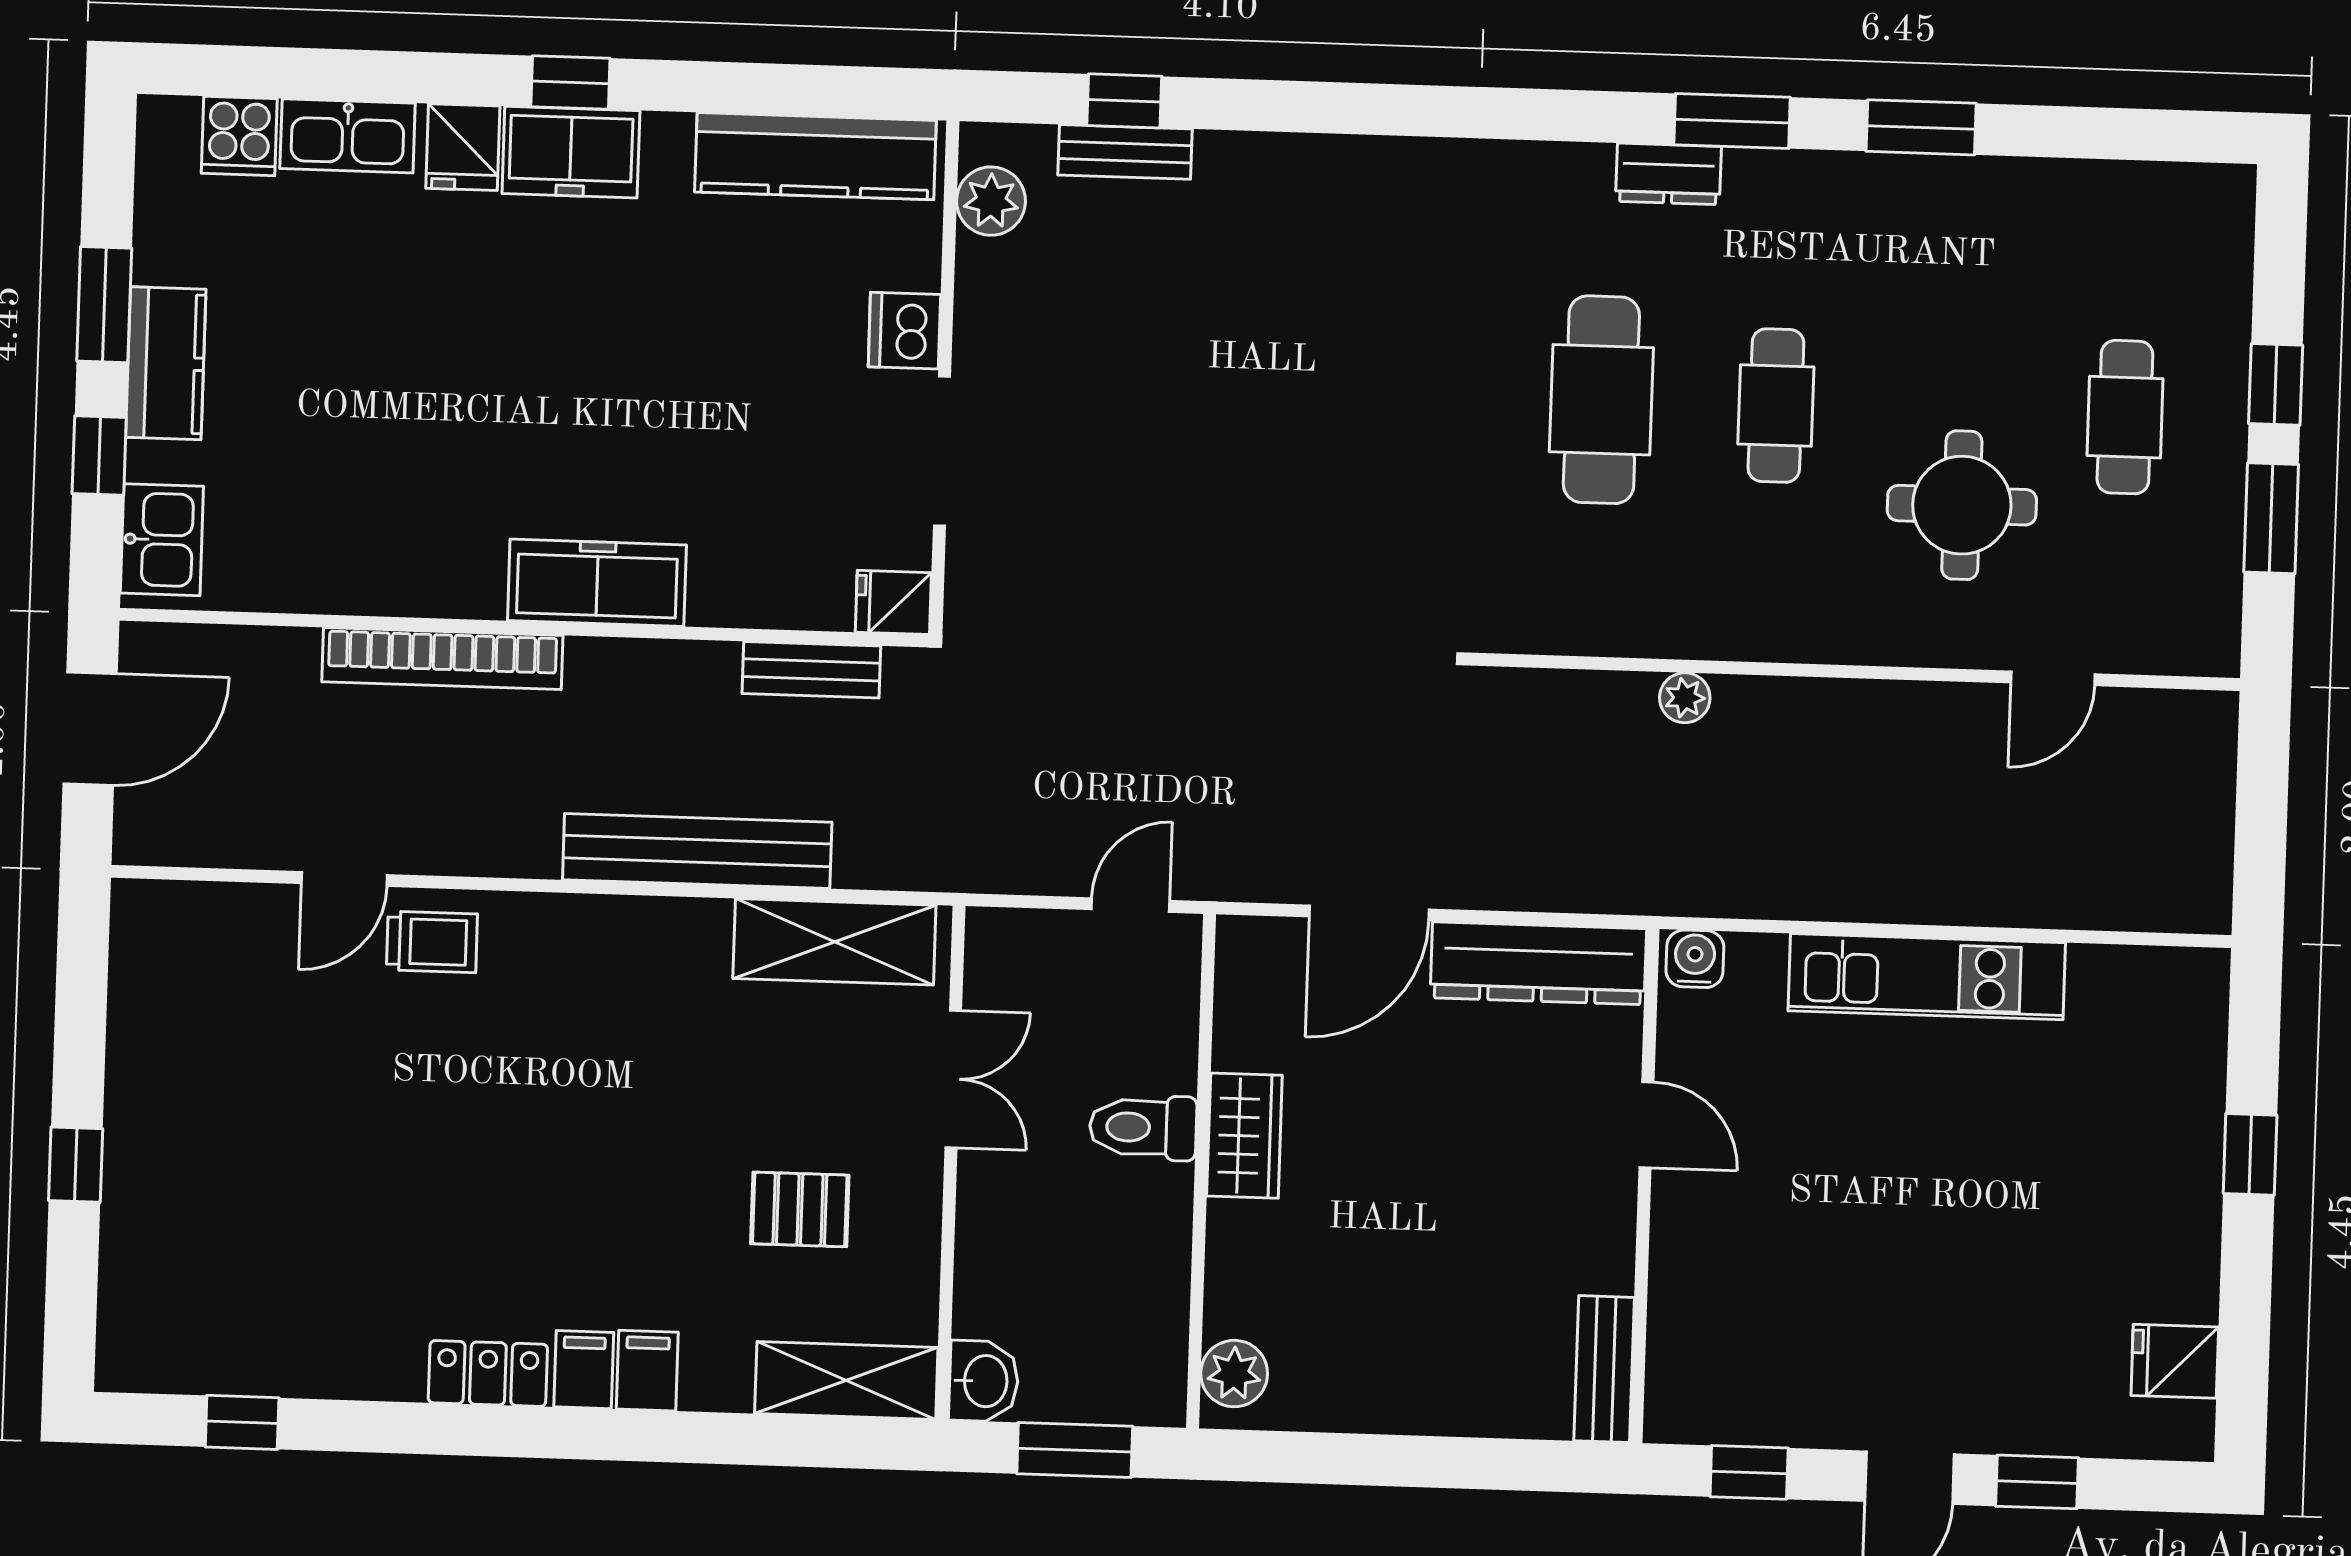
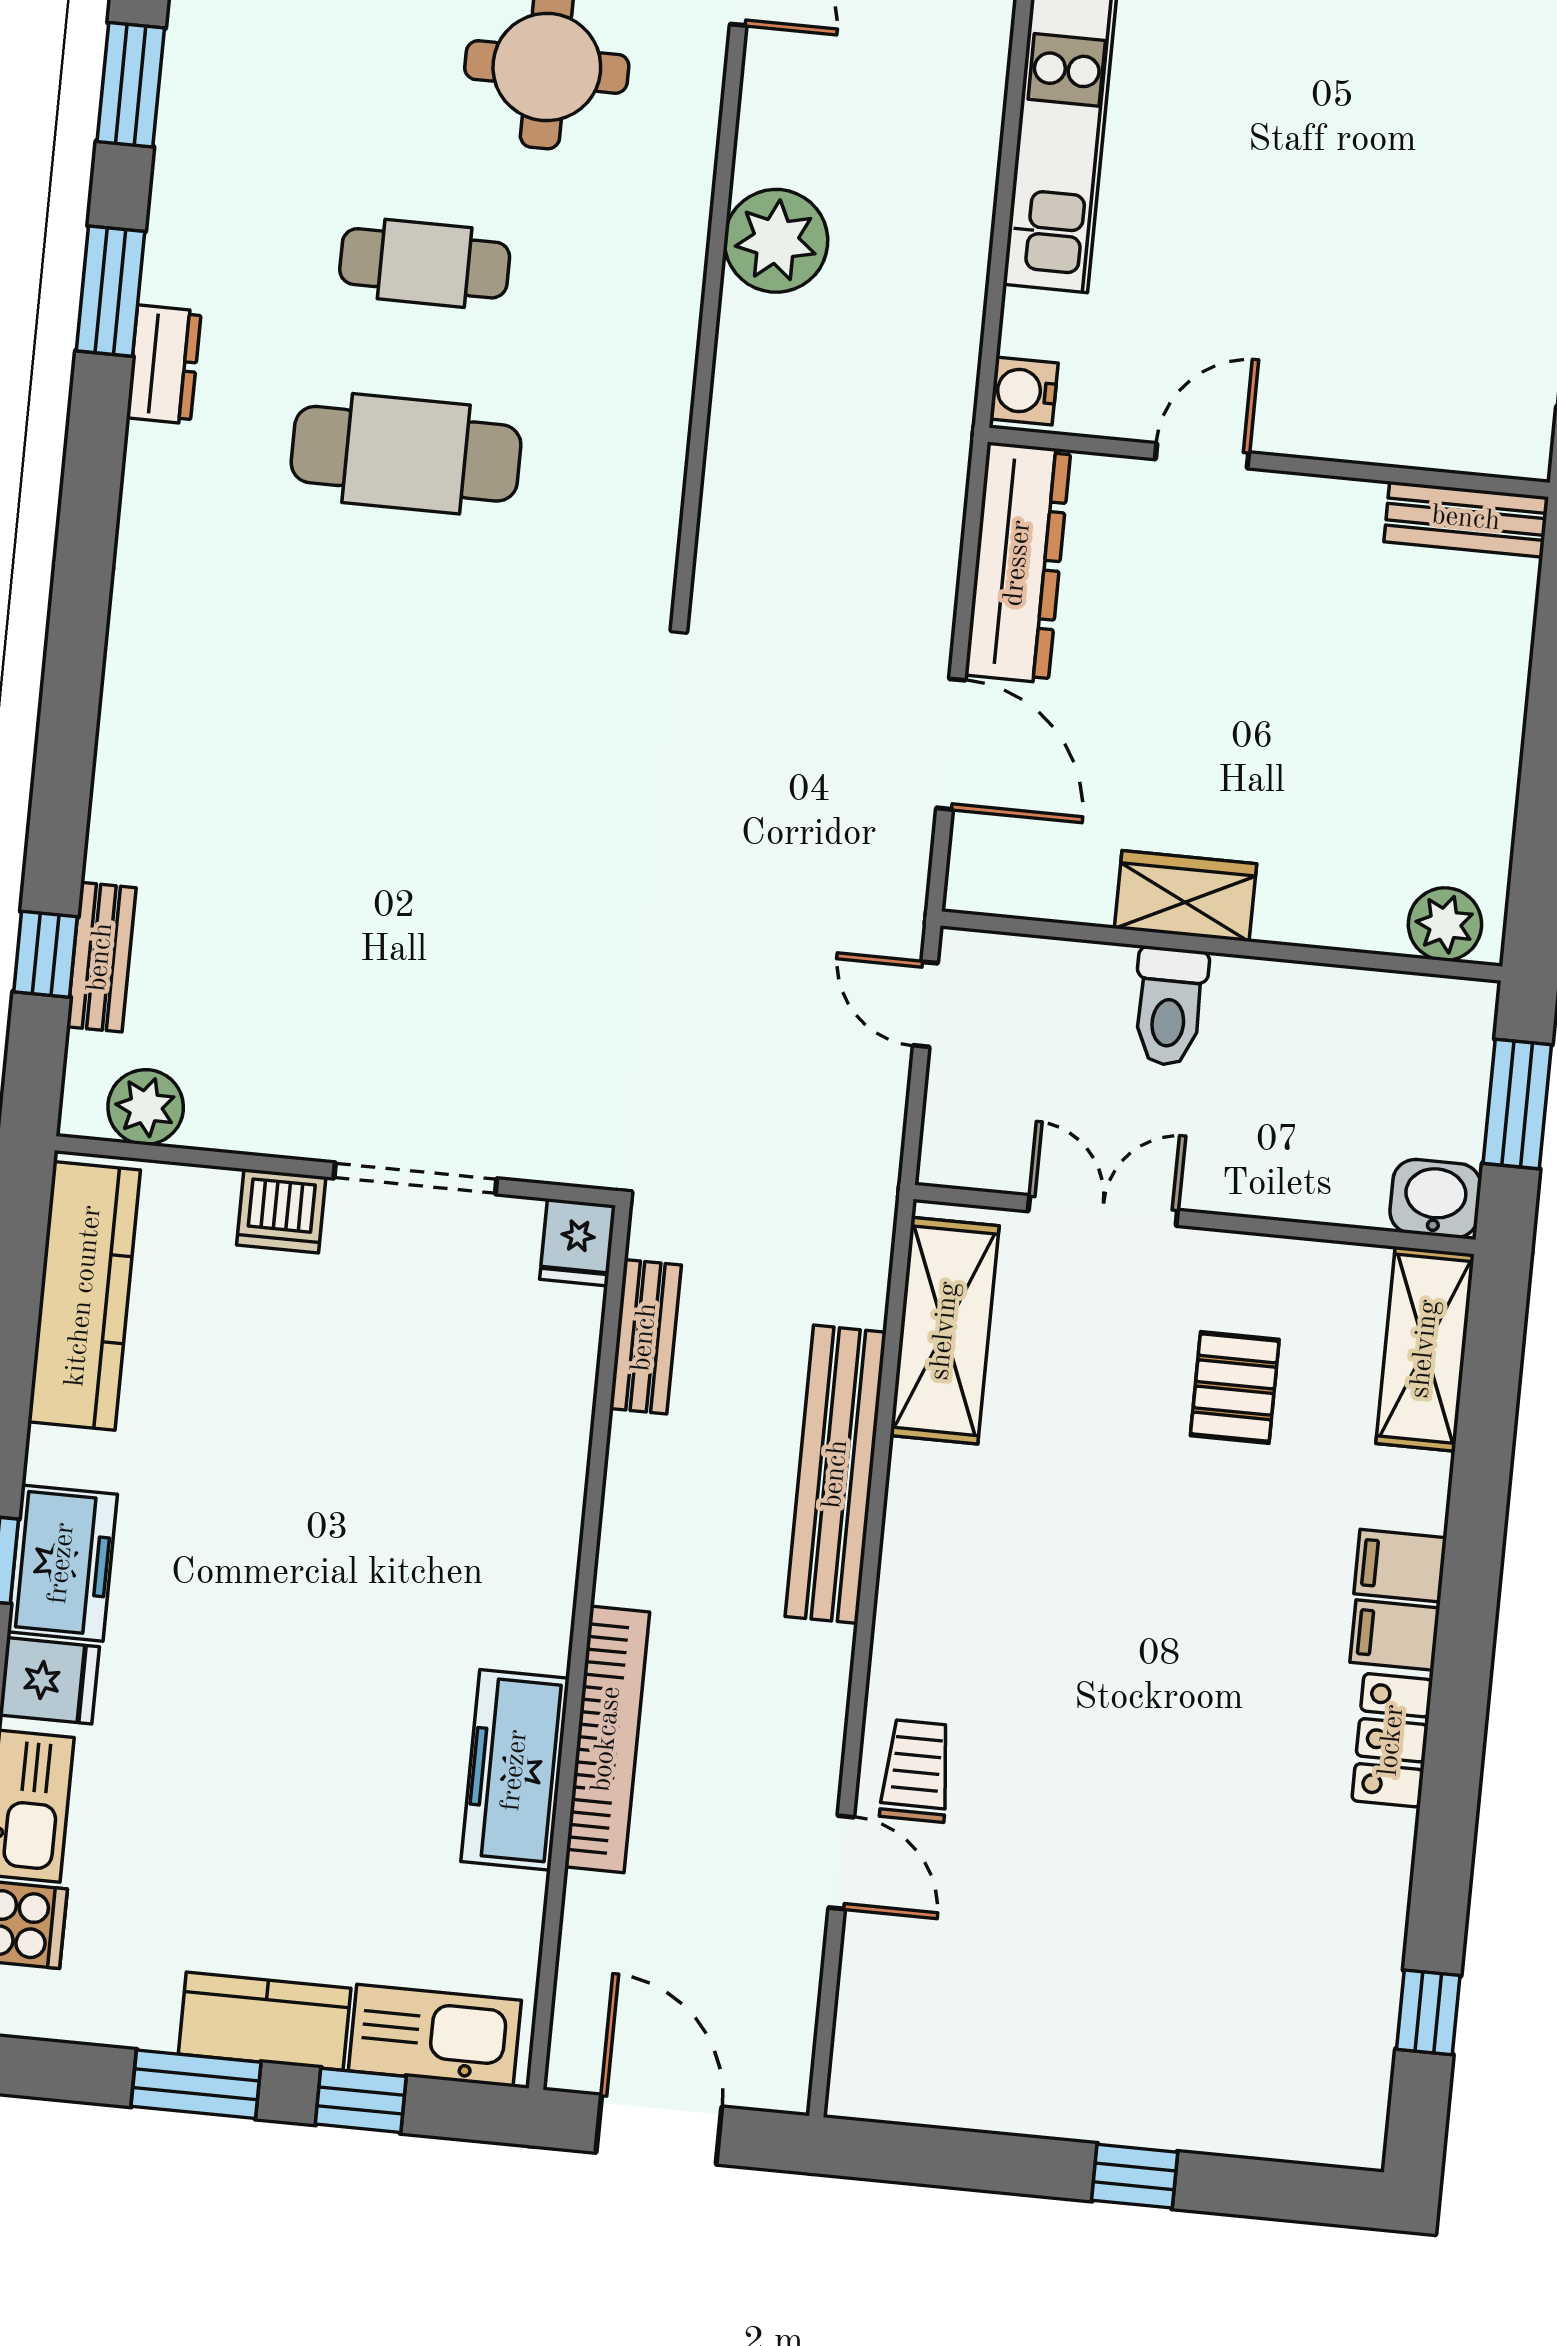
kitchen sink: (162, 540) -> (435, 2036), width x1.38
freezer: (597, 583) -> (515, 1770), moved
plant: (1685, 698) -> (776, 241), moved, width x1.88, depth x1.88

